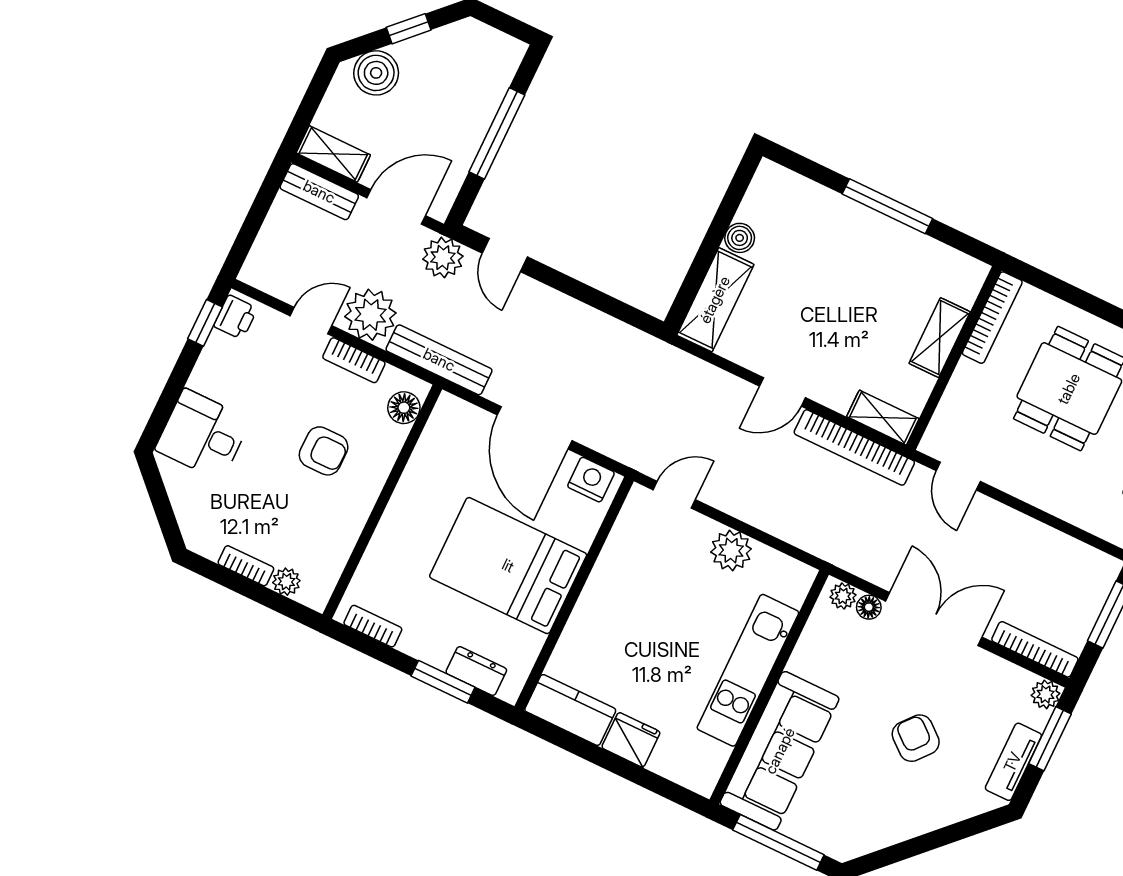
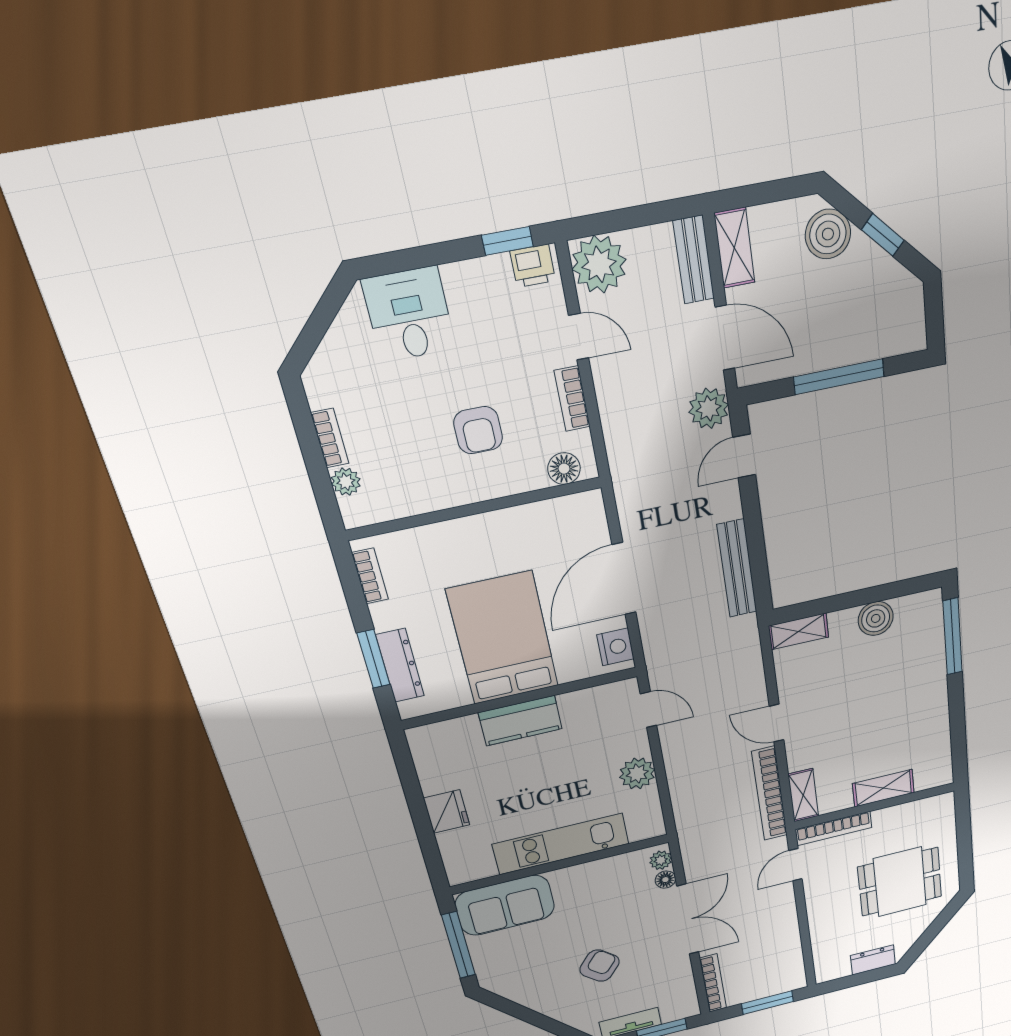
window: (887, 206) -> (953, 637), moved
boiler: (740, 238) -> (876, 618), width x1.36, depth x1.36
shelving: (715, 300) -> (799, 631), width x0.67, depth x0.75
plant: (370, 315) -> (599, 264), moved
bookcase: (992, 318) -> (834, 828), moved
bench: (439, 360) -> (737, 569), moved
dresser: (476, 671) -> (400, 666), width x1.44
plant: (1046, 694) -> (689, 1008), removed
kitchen counter: (570, 710) -> (520, 721), moved, turned 90
sofa: (780, 751) -> (505, 905), width x0.73

